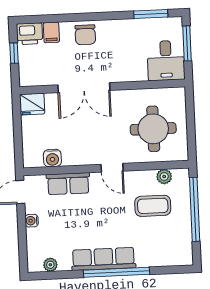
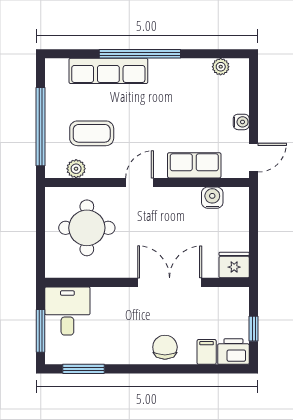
door: (112, 168) -> (140, 182), hinge flipped
row of seats: (104, 259) -> (108, 71), moved

